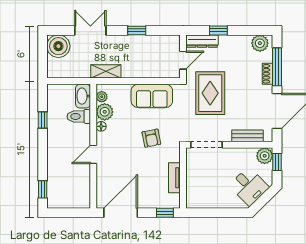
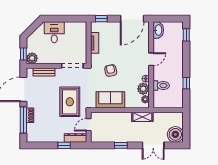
plant: (260, 43) -> (35, 136), removed
washbasin: (83, 96) -> (158, 30), moved
desk: (249, 186) -> (54, 32), moved, turned 45

